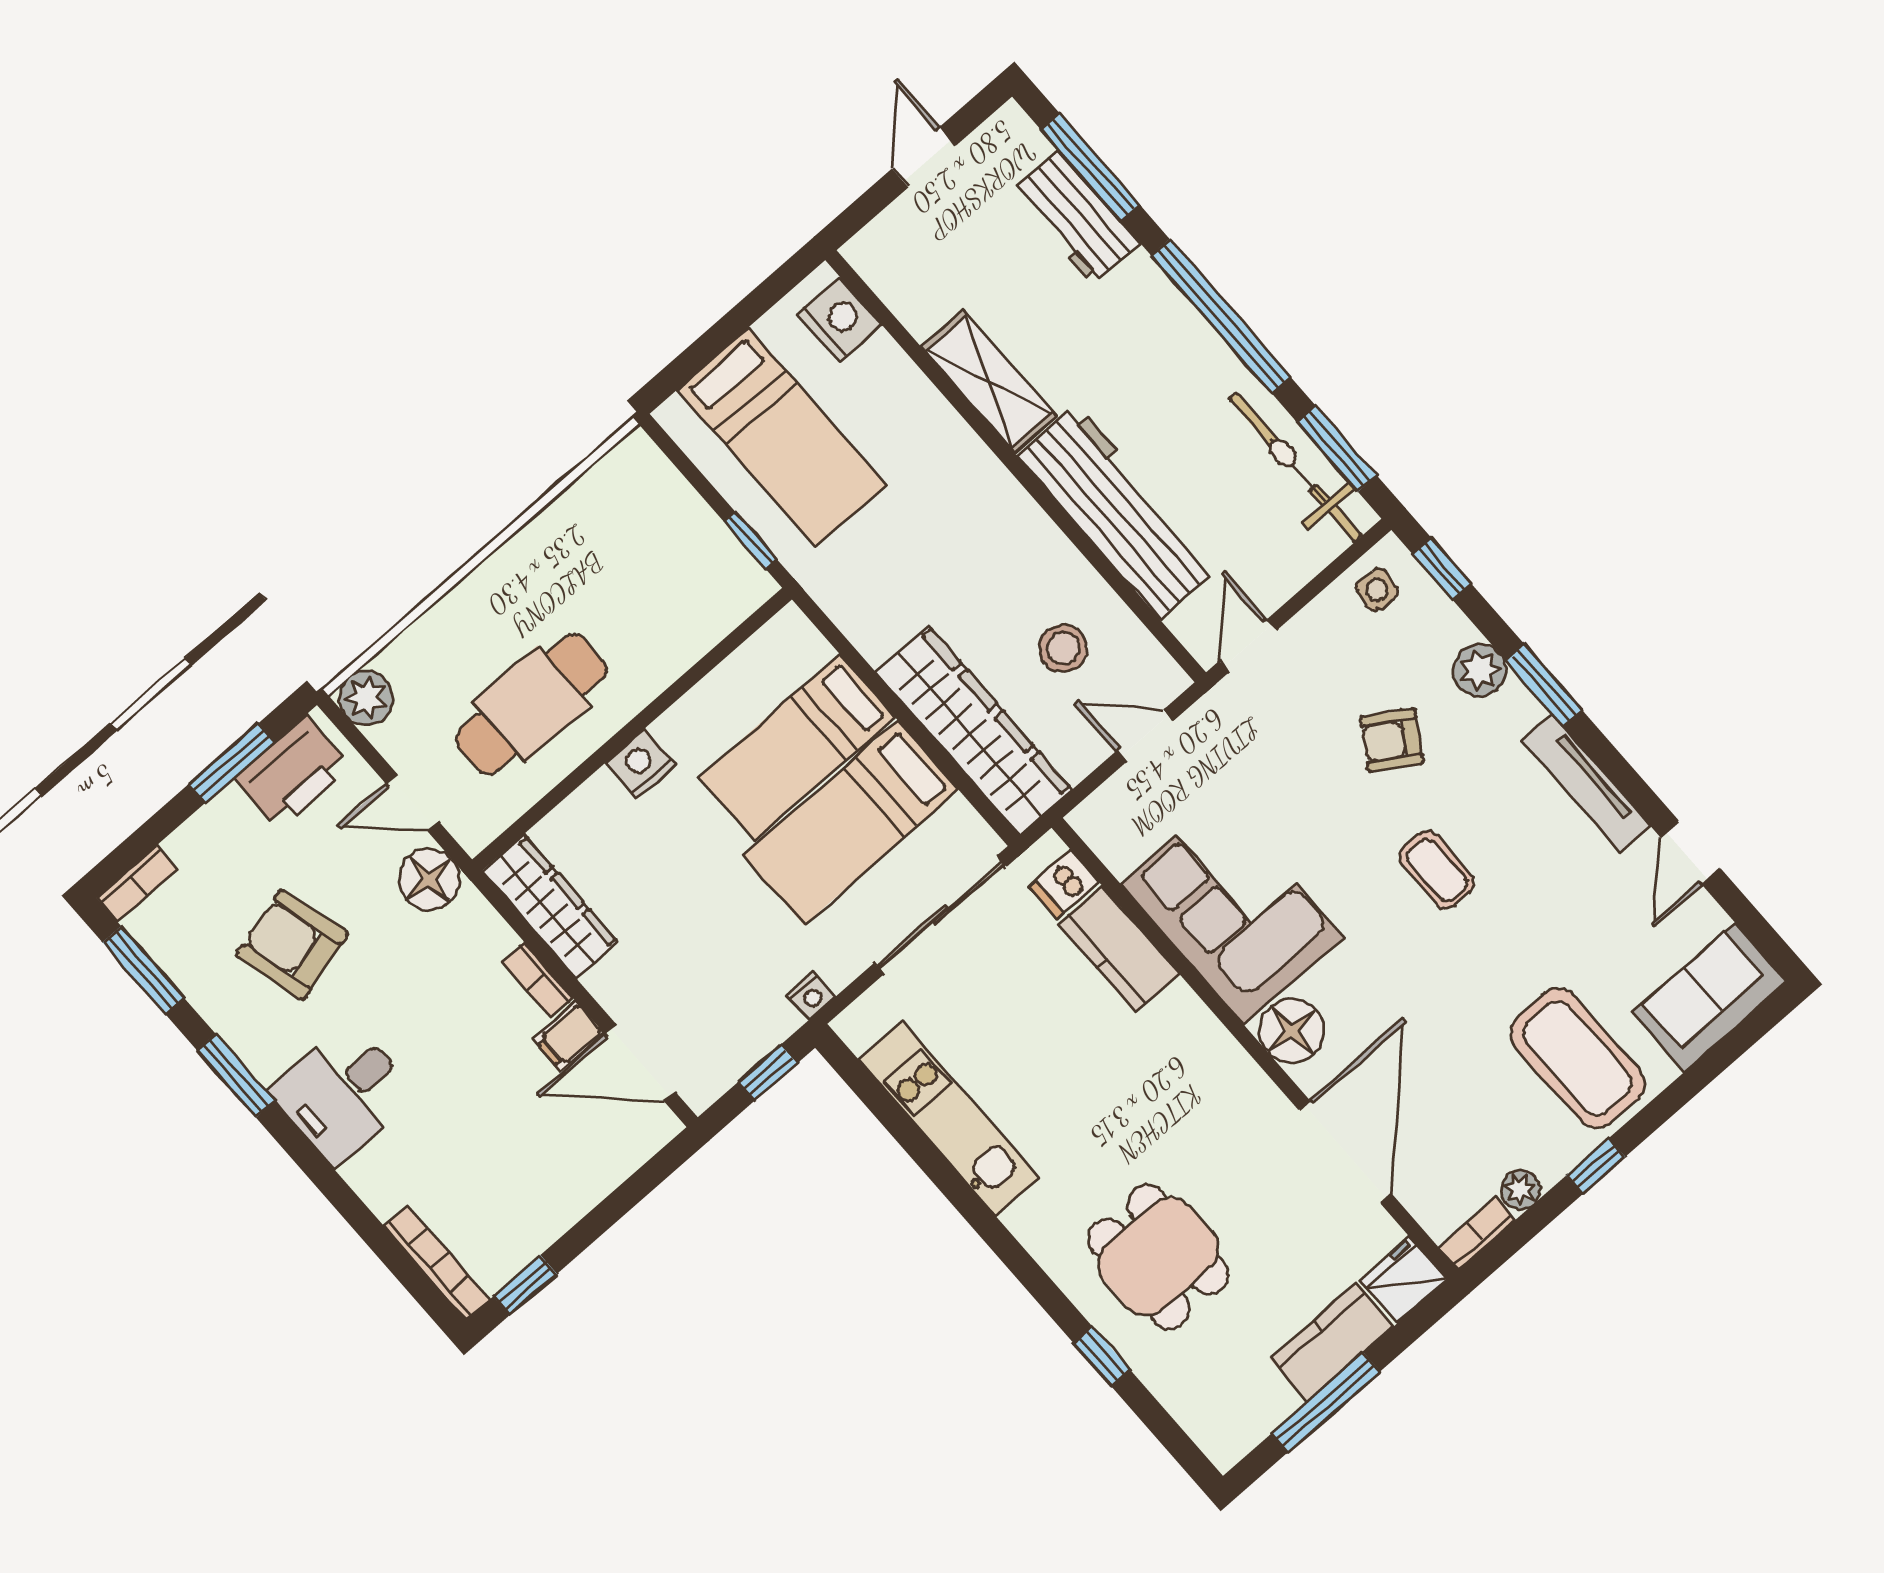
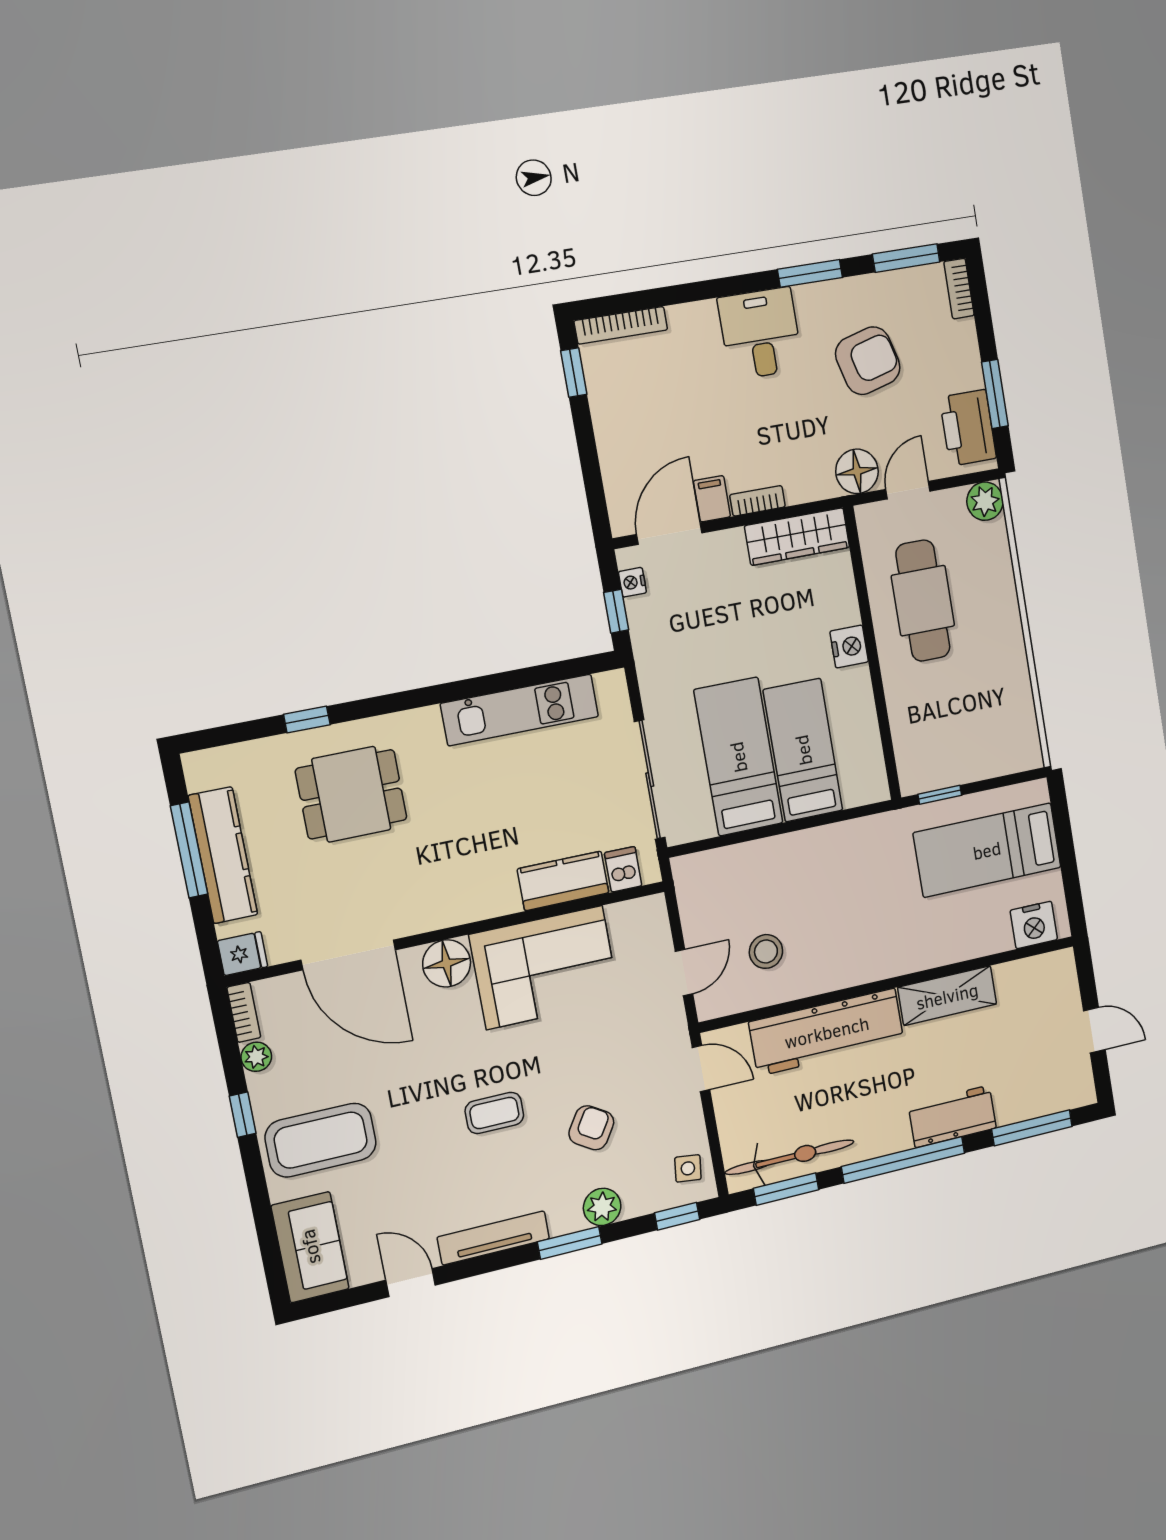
workbench: (1075, 217) -> (952, 1116), moved
wardrobe: (974, 731) -> (749, 867), removed
nightstand: (811, 996) -> (632, 582), moved
fridge: (1403, 1280) -> (243, 954), width x0.72
kitchen counter: (1332, 1342) -> (223, 855), width x1.50

